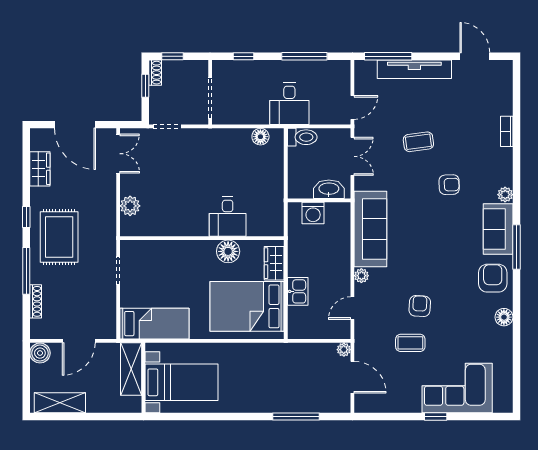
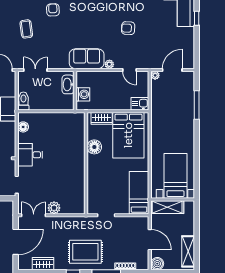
washbasin: (329, 189) -> (68, 84), moved
wall: (319, 200) -> (75, 91), moved
plant: (130, 206) -> (54, 208), moved
washing machine: (313, 213) -> (83, 94), moved
desk: (228, 217) -> (30, 155), moved, turned 180
sofa: (370, 229) -> (87, 59), width x0.73
kitchen sink: (298, 291) -> (140, 104), moved
coffee table: (410, 343) -> (151, 34), removed

